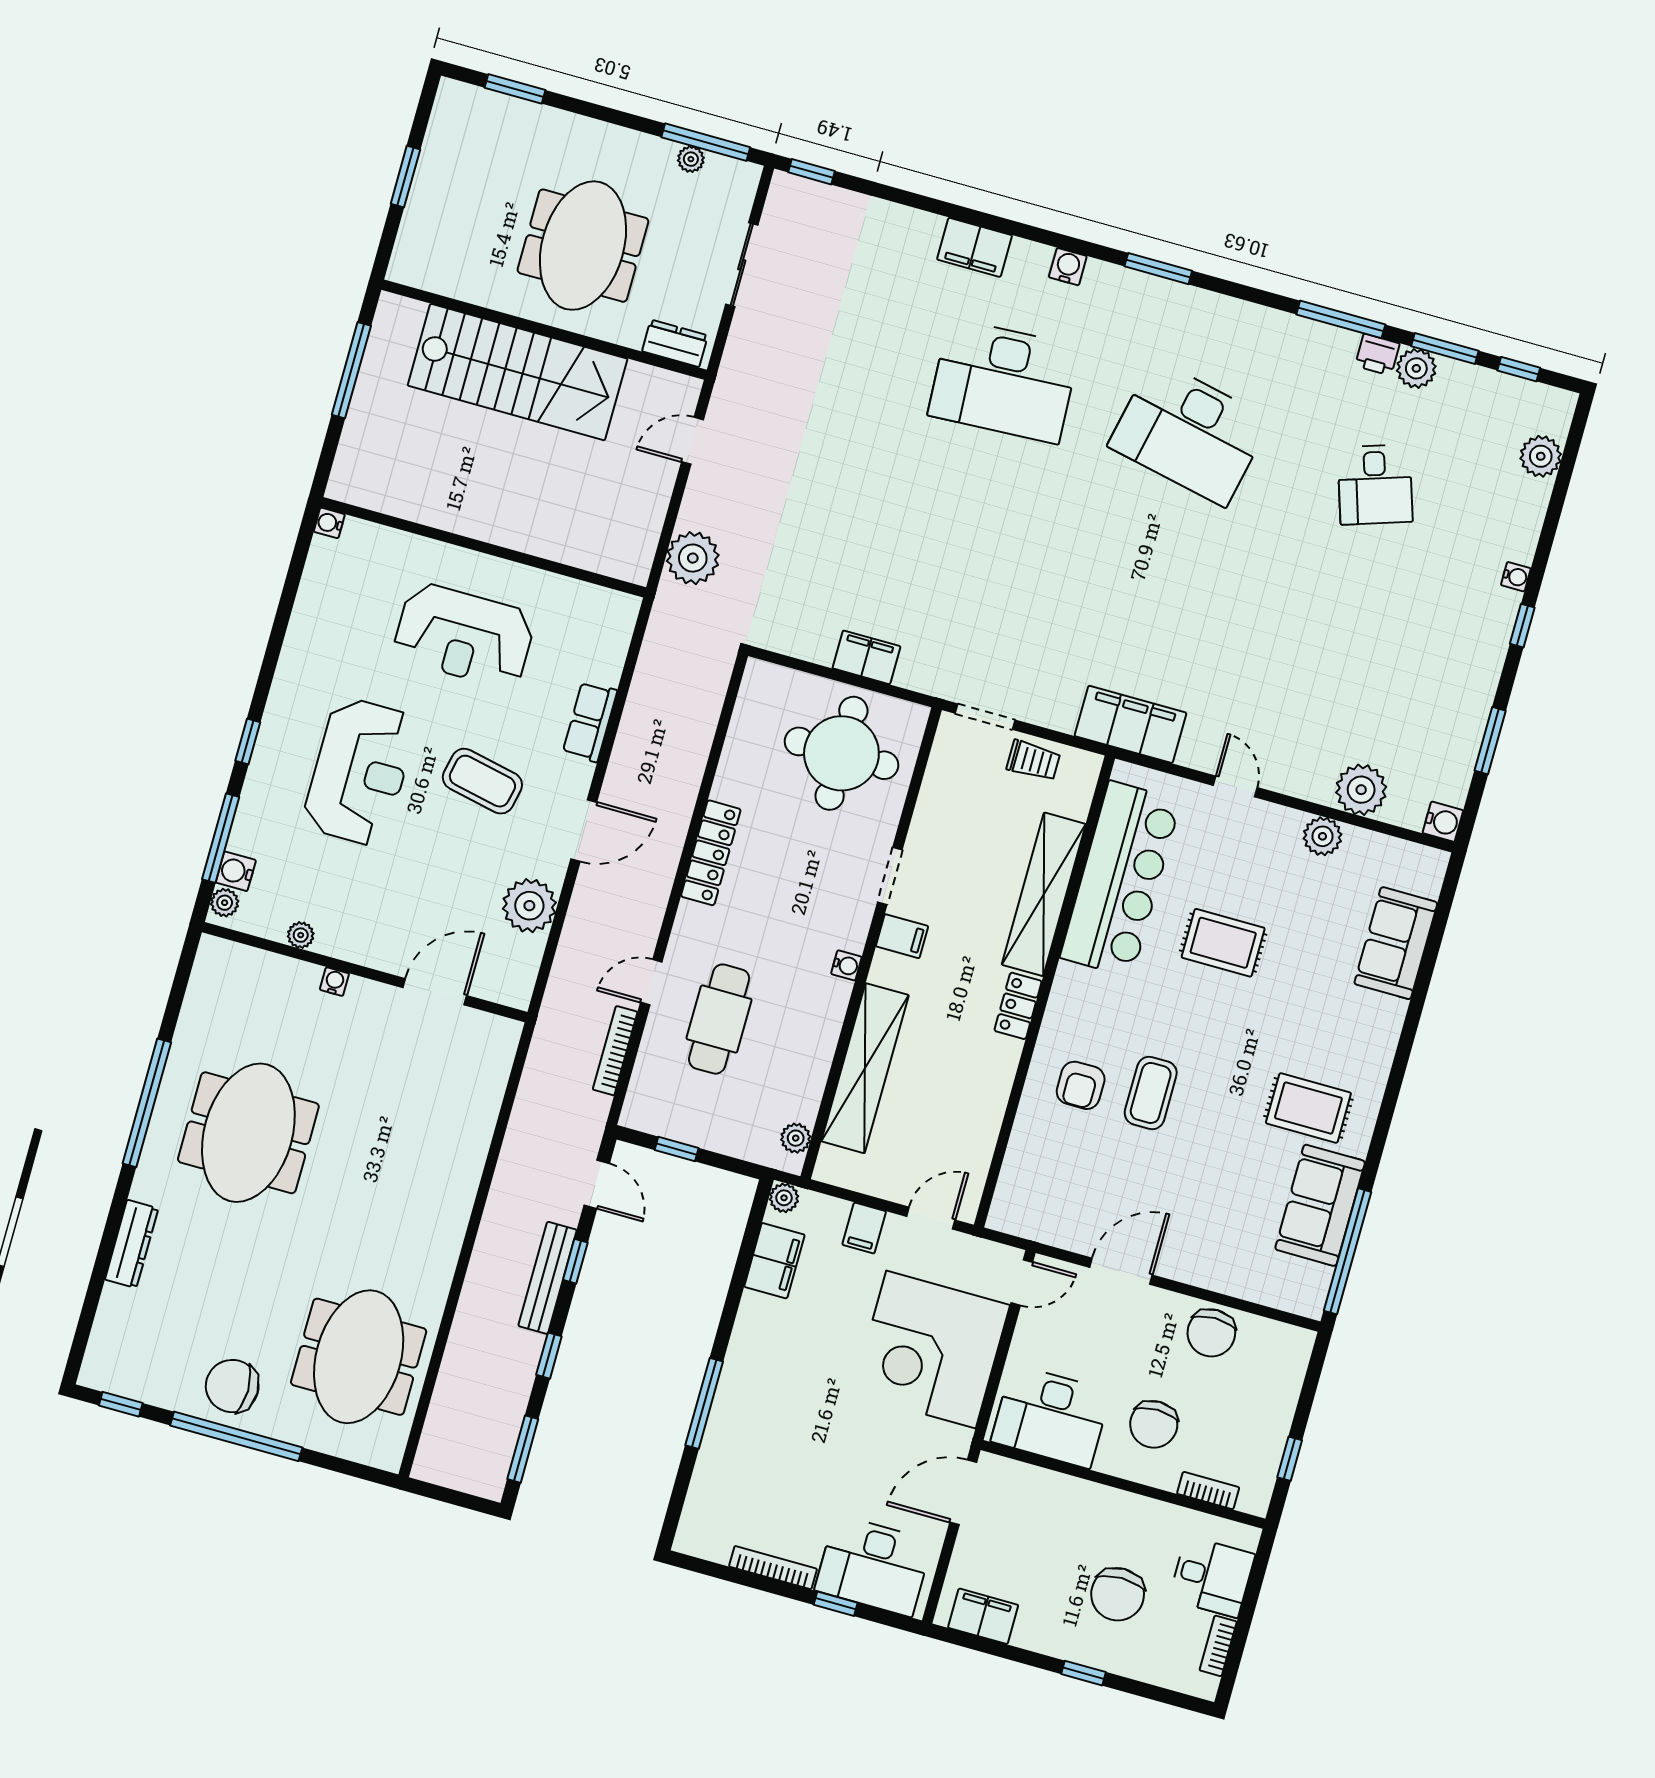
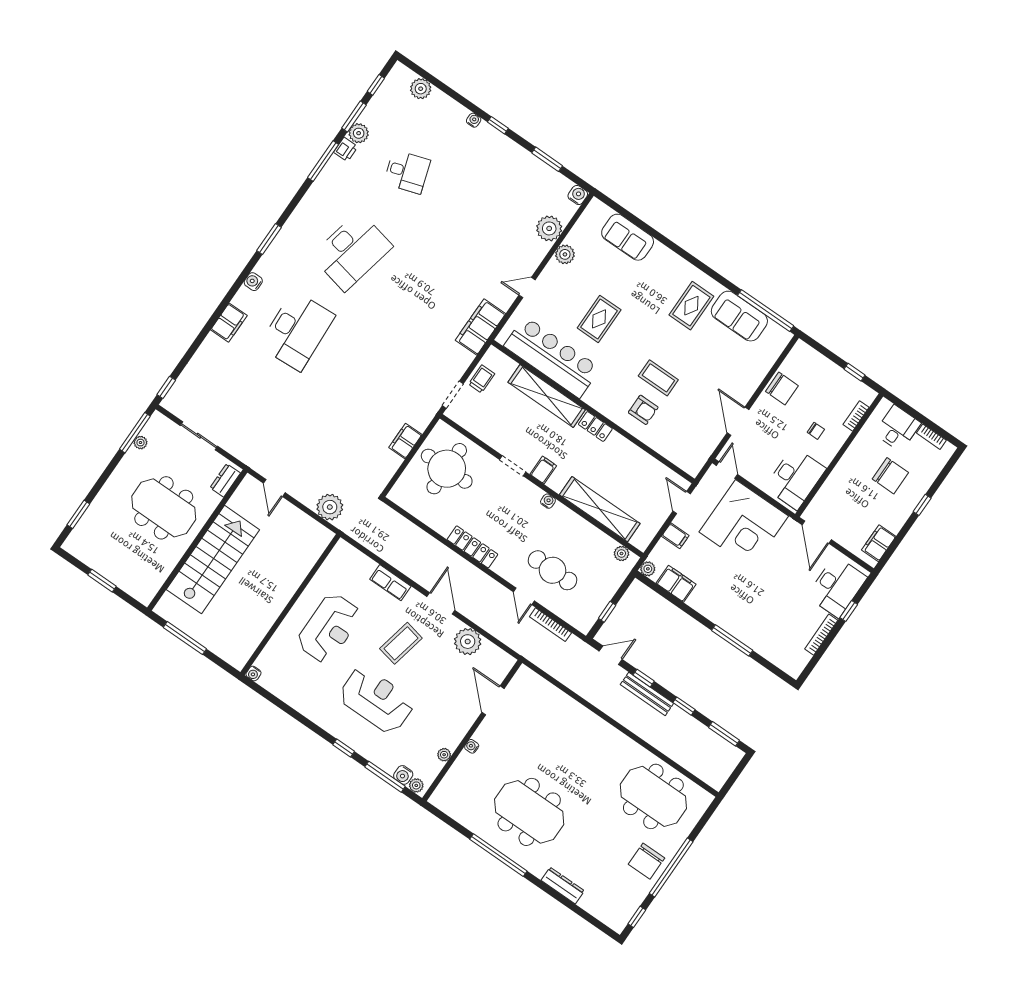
chair: (1154, 1424) -> (816, 431), width x0.54, depth x0.54

